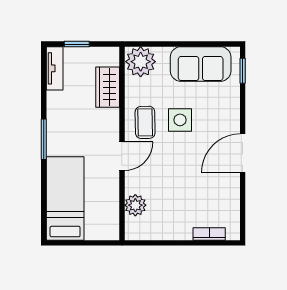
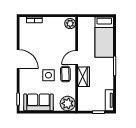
wardrobe: (108, 87) -> (84, 77), moved
door: (243, 153) -> (18, 59), hinge flipped
plant: (135, 205) -> (70, 24), moved

